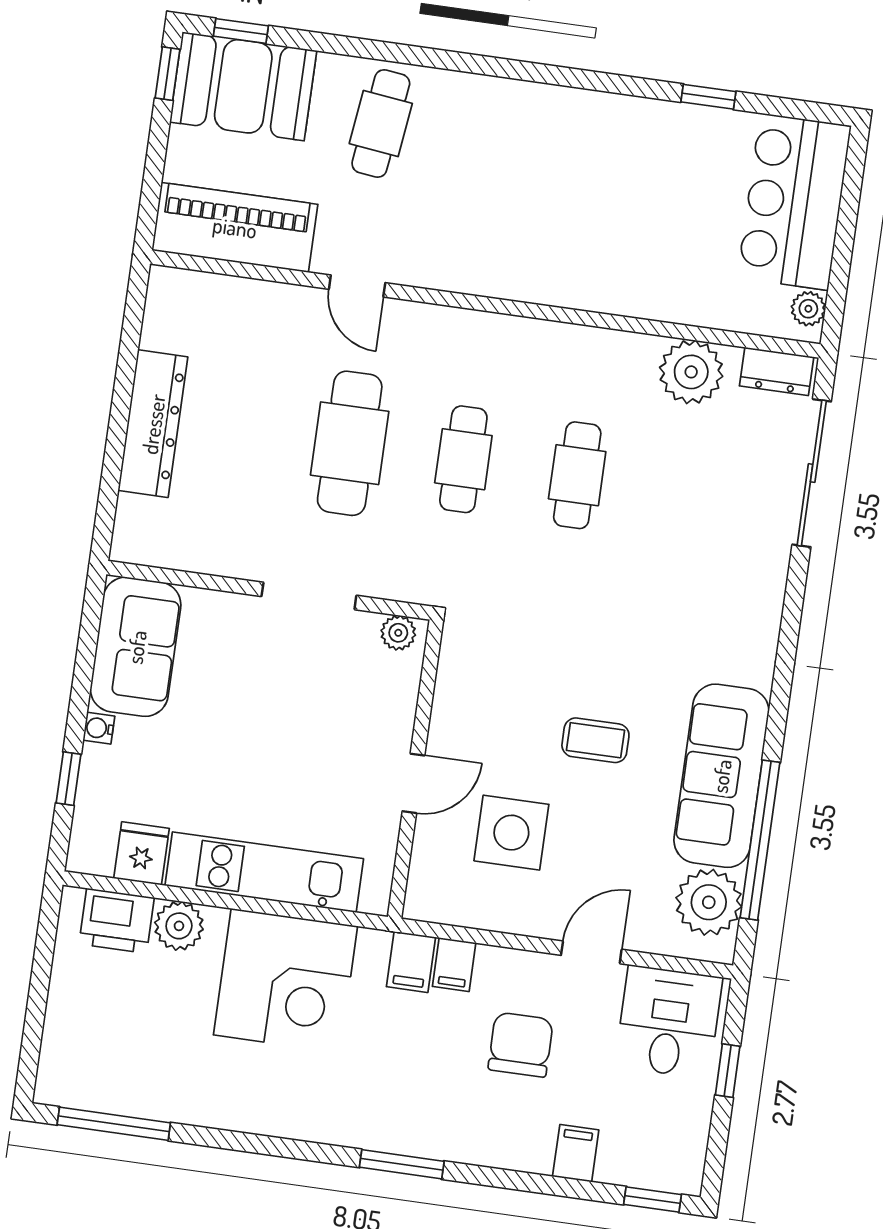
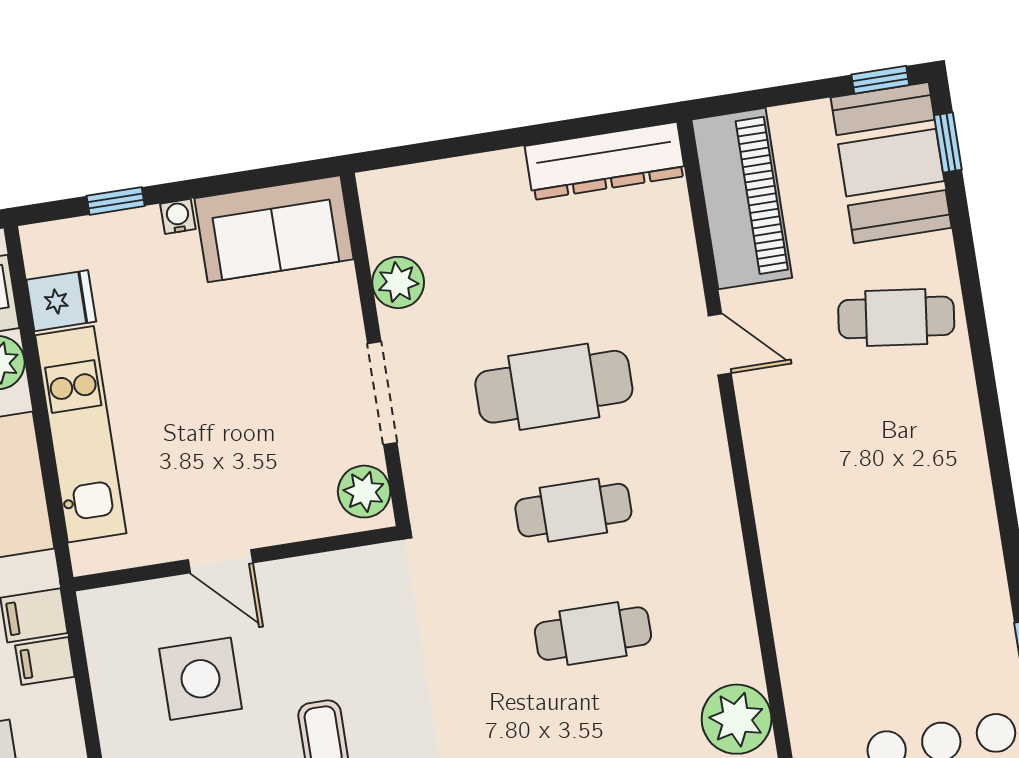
door: (357, 286) -> (720, 344), swing flipped
dresser: (153, 424) -> (605, 161), moved
plant: (216, 552) -> (398, 282), added
plant: (398, 633) -> (364, 492), width x1.38, depth x1.38

